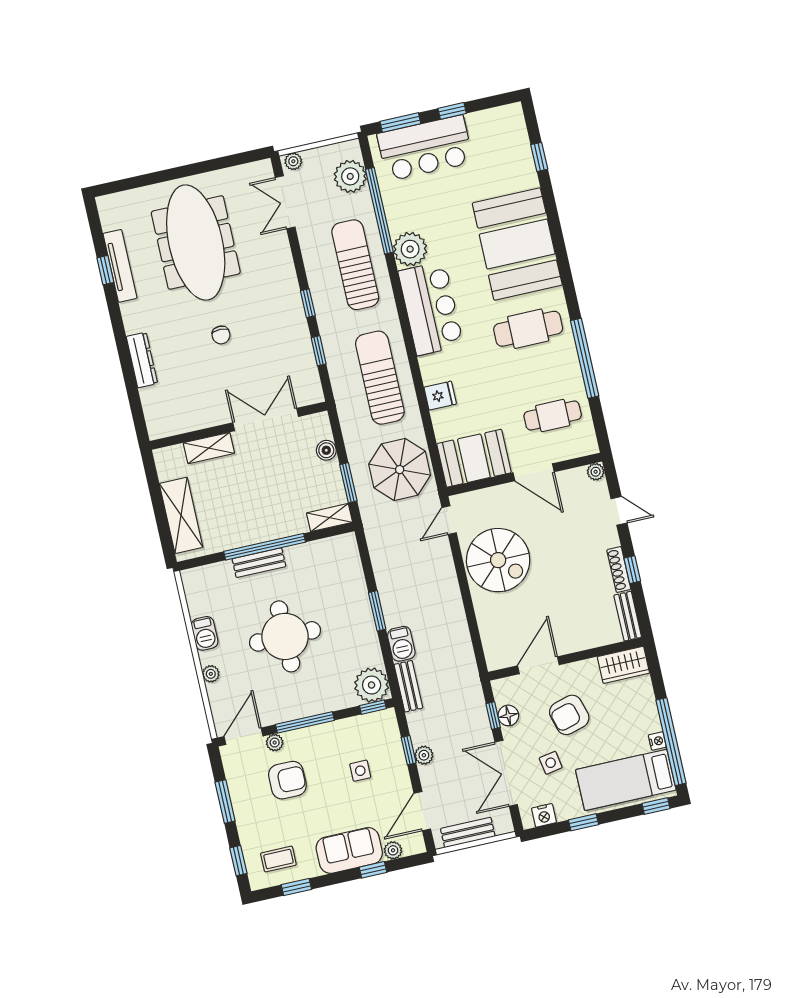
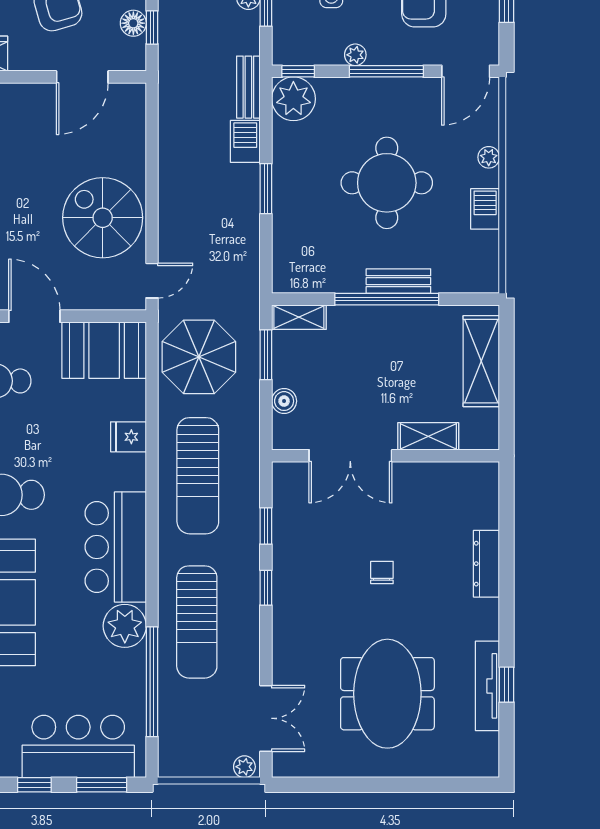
plant: (350, 176) -> (178, 732), removed
meeting table: (196, 242) -> (387, 694), width x0.73
plant: (275, 743) -> (355, 55), moved

